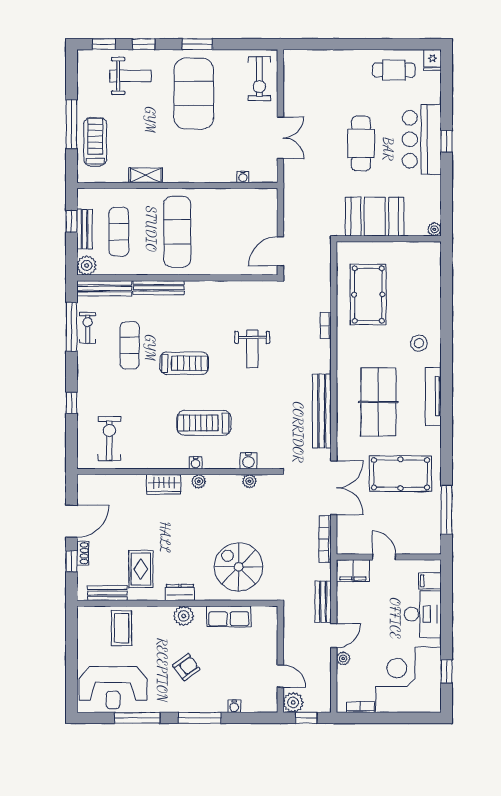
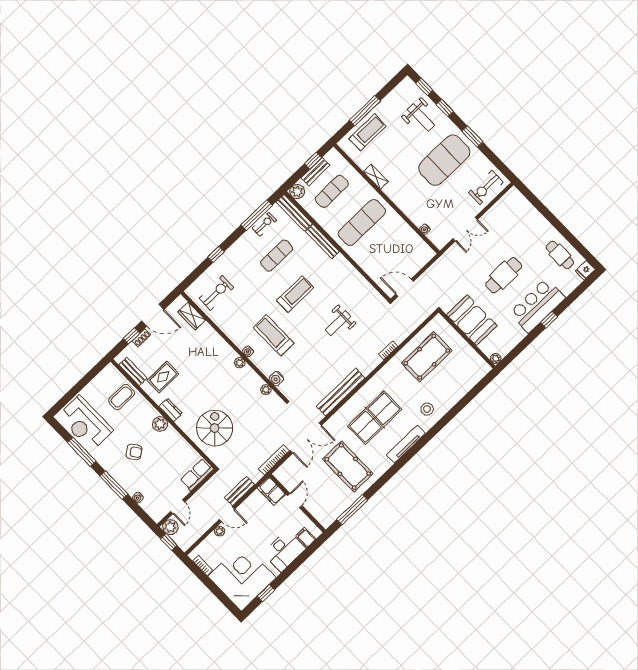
treadmill: (184, 363) -> (295, 294), turned -90
wardrobe: (164, 484) -> (192, 316), moved
row of seats: (229, 616) -> (197, 475), moved, turned 90

